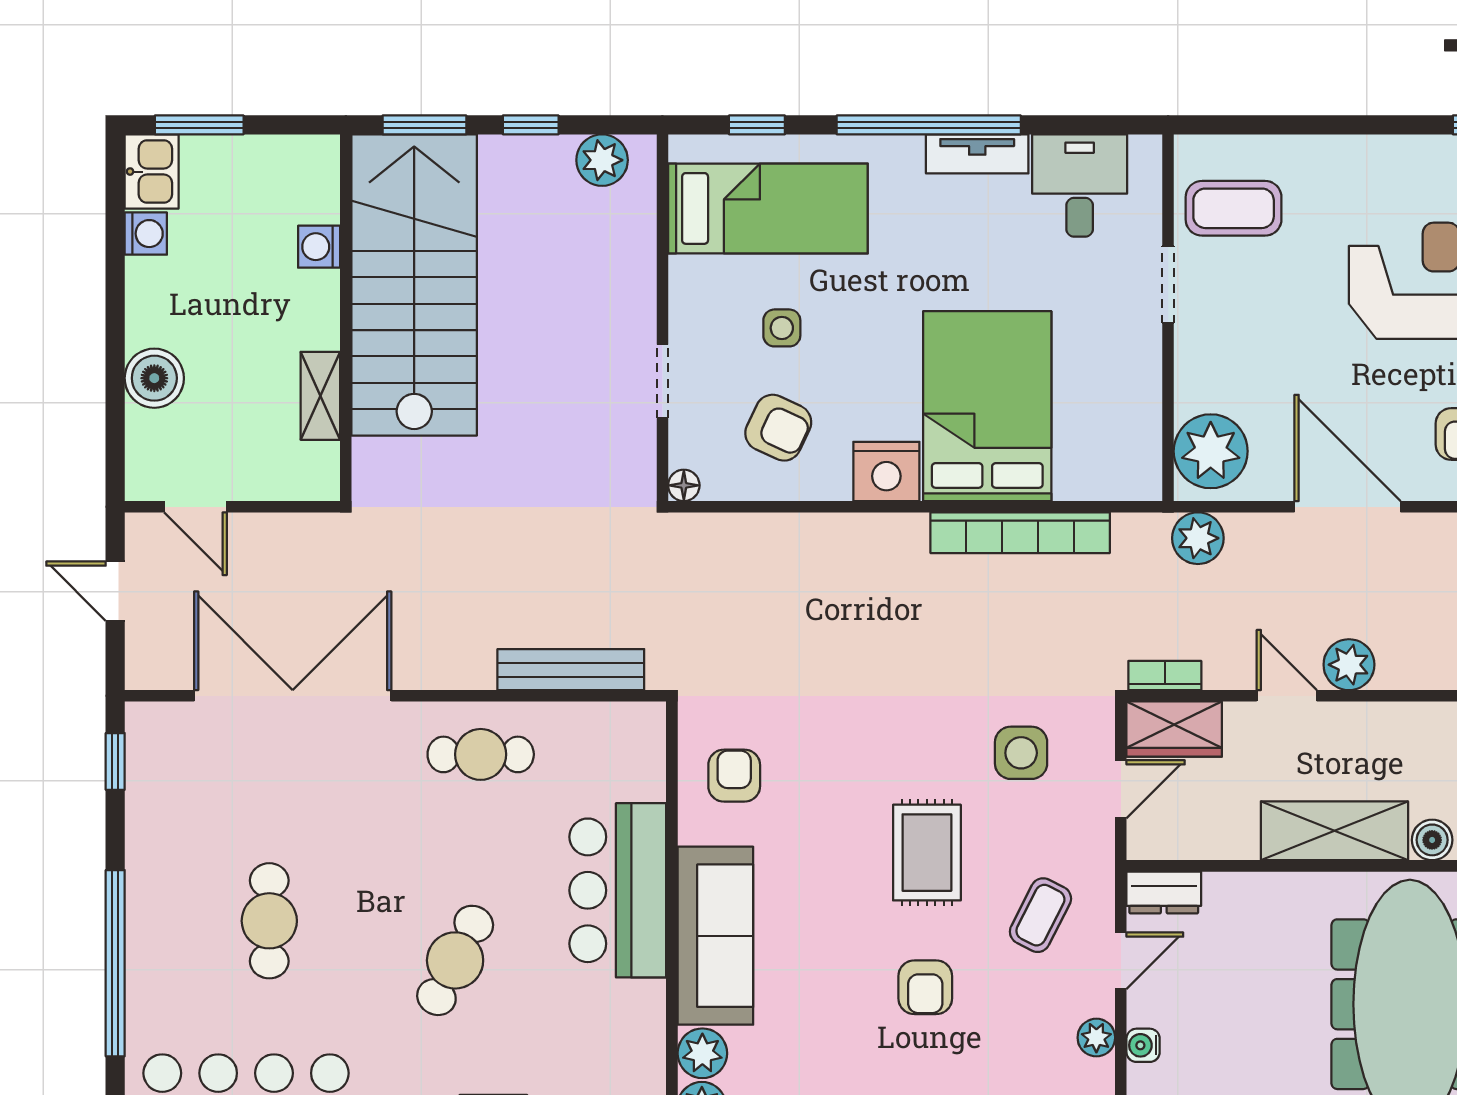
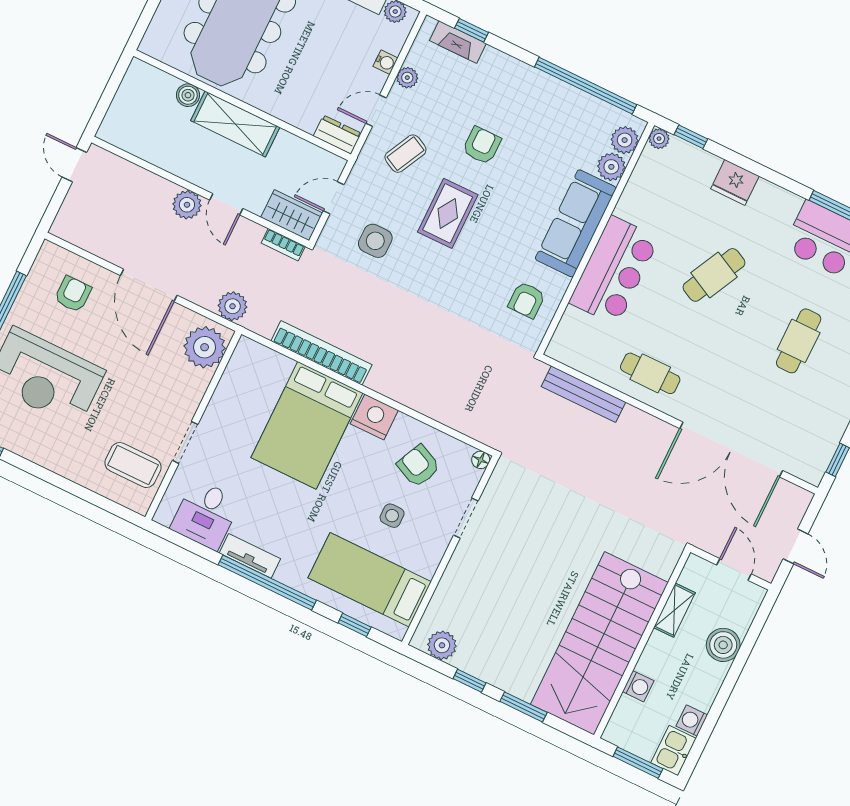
washing machine: (319, 247) -> (638, 686), moved
stairs: (414, 285) -> (599, 643), moved
wall: (346, 318) -> (642, 644), moved
shelving: (320, 396) -> (674, 610), moved

